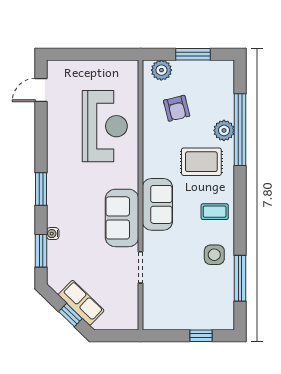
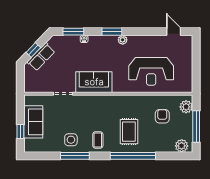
window: (193, 54) -> (196, 126), width x1.44
armchair: (177, 108) -> (162, 116), turned 104
plant: (224, 130) -> (182, 146), moved
window: (240, 130) -> (133, 156), moved
plant: (54, 172) -> (123, 40), added
sofa: (157, 204) -> (33, 122), moved, turned -90
window: (240, 278) -> (75, 156), moved

